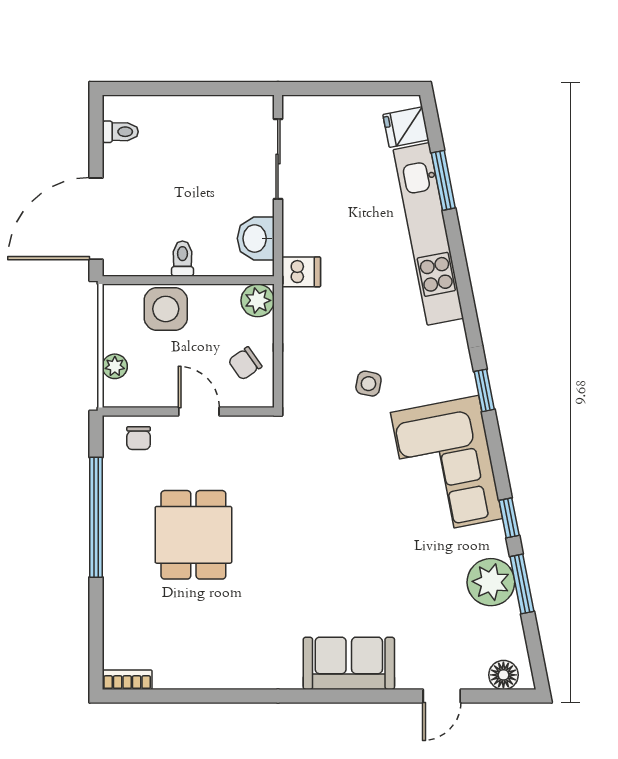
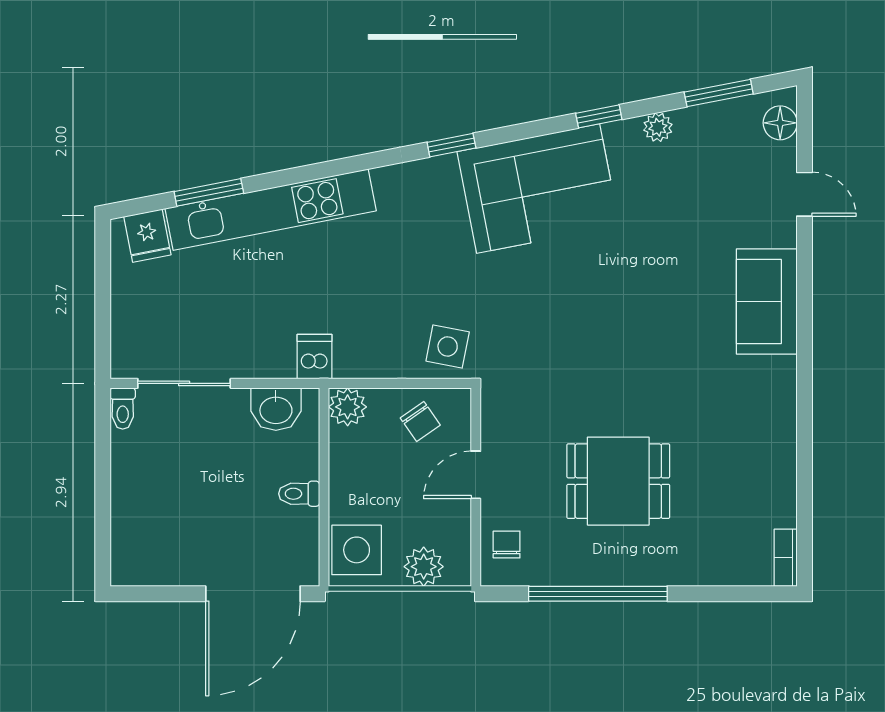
toilet: (120, 132) -> (123, 408), moved, turned 180
door: (96, 219) -> (253, 594), hinge flipped
side table: (166, 309) -> (357, 550), moved
plant: (115, 366) -> (424, 567), width x1.38, depth x1.38
side table: (368, 384) -> (448, 346), moved, width x1.37, depth x1.37
chair: (139, 438) -> (507, 544), turned -90
plant: (491, 582) -> (658, 127), width x0.53, depth x0.53
window: (522, 584) -> (719, 93), moved

